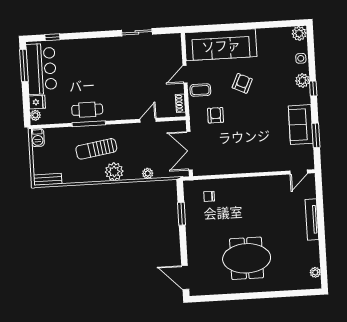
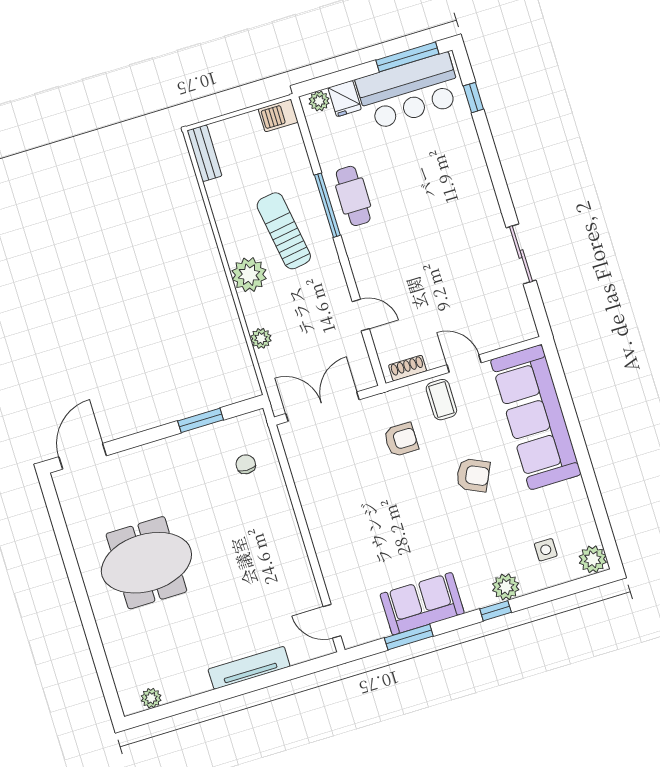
side table: (301, 58) -> (546, 550), moved
meeting table: (247, 258) -> (146, 563), turned 90

